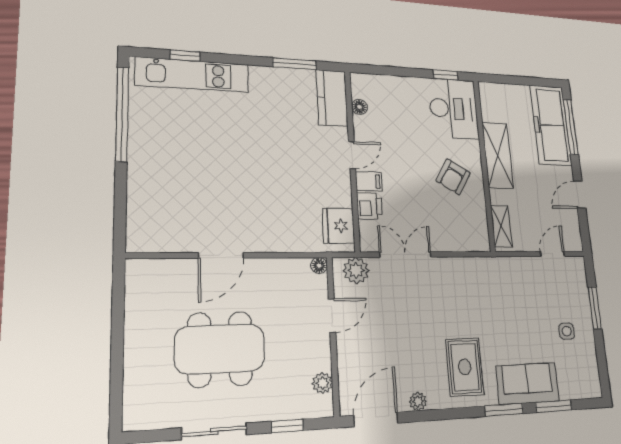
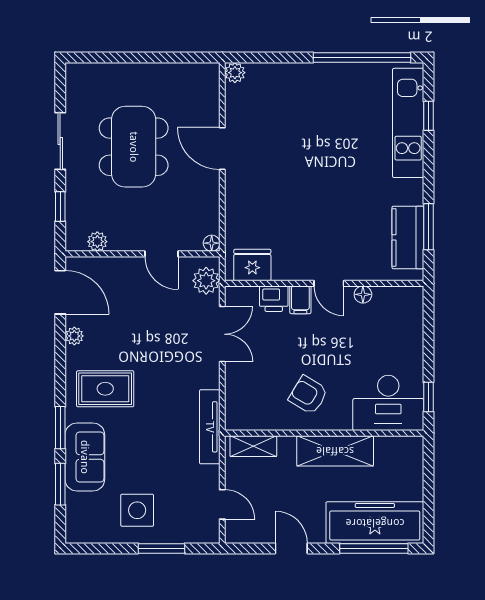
kitchen counter: (332, 98) -> (408, 237), moved, turned -90
floor lamp: (359, 107) -> (363, 294), moved
plant: (137, 242) -> (235, 73), added
tv unit: (489, 266) -> (210, 427), added
side table: (567, 331) -> (137, 510), width x1.87, depth x1.87

